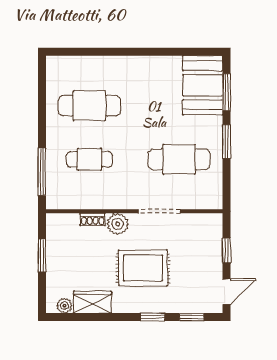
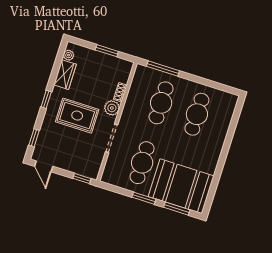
booth: (203, 85) -> (181, 186), width x1.36, depth x1.42
cafe table: (89, 159) -> (161, 103), width x1.37, depth x1.35
window: (227, 251) -> (82, 179), moved
rug: (143, 268) -> (77, 116), turned 90
window: (153, 317) -> (46, 99), moved

